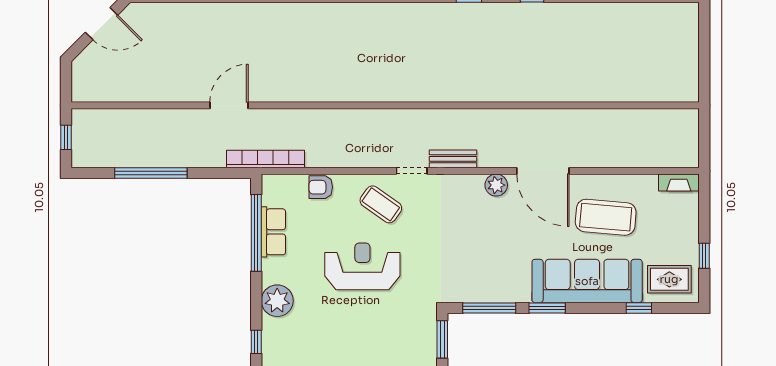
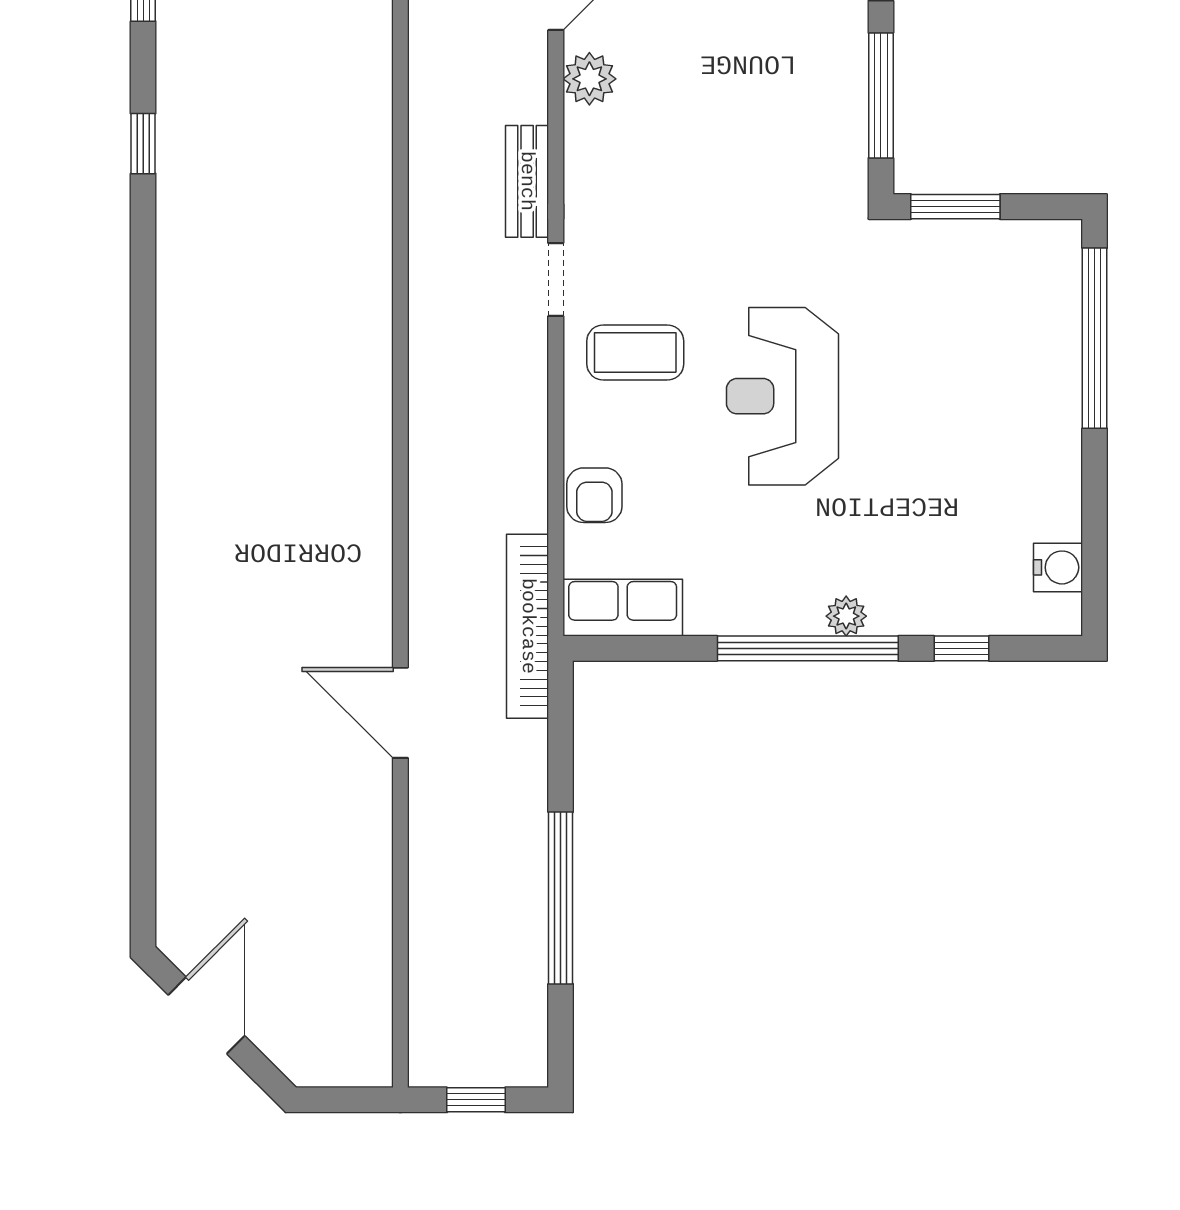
coffee table: (381, 204) -> (635, 352), turned 55
row of seats: (273, 232) -> (623, 608), moved
window: (256, 233) -> (808, 648), moved
plant: (277, 301) -> (846, 616), width x0.53, depth x0.53

